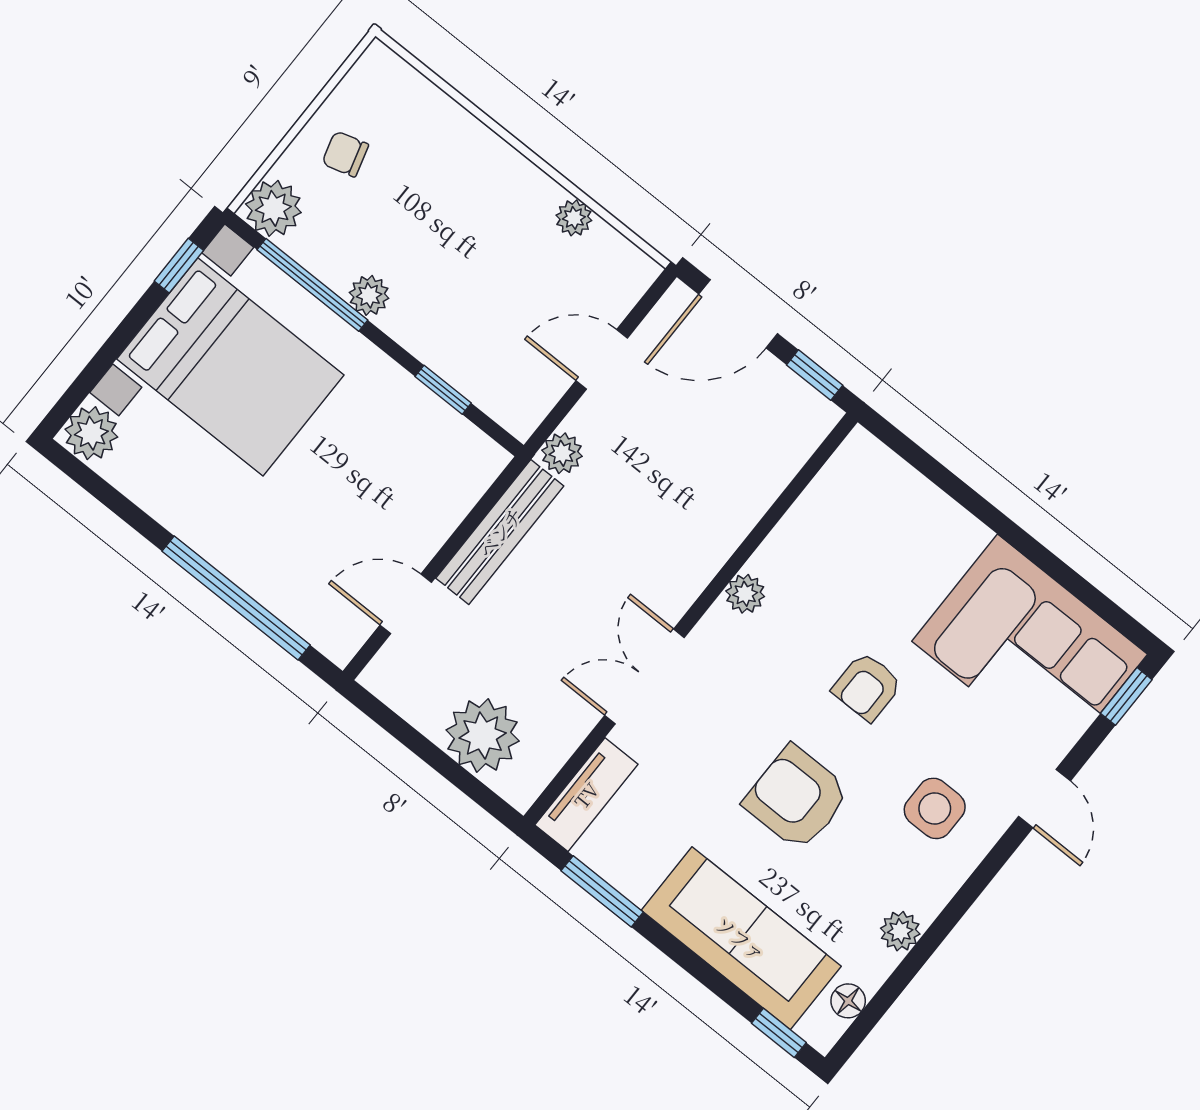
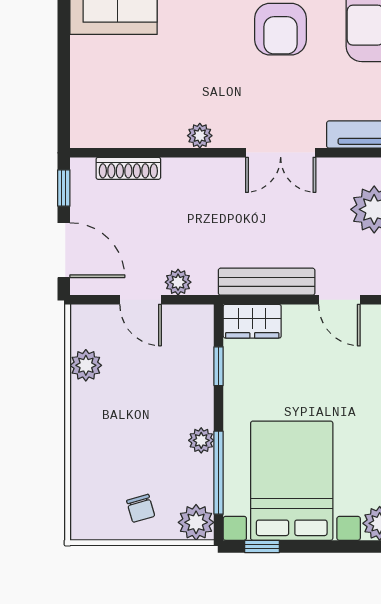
plant: (574, 218) -> (86, 365), width x1.38, depth x1.38
plant: (562, 453) -> (178, 282), moved
shoe rack: (775, 474) -> (128, 168), added
wardrobe: (465, 475) -> (252, 321), added
armchair: (867, 687) -> (197, 38), removed

